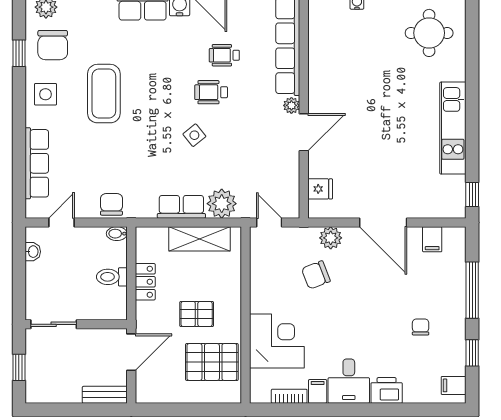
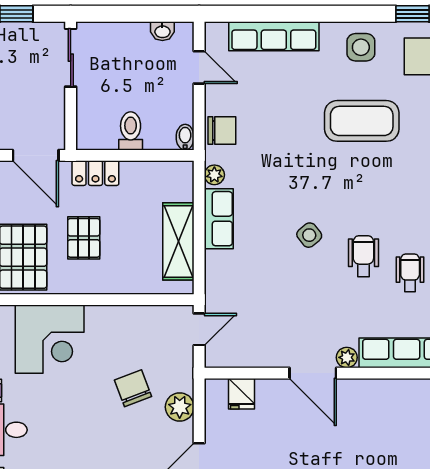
plant: (222, 204) -> (214, 175), moved, width x0.53, depth x0.53
locker: (145, 282) -> (95, 173), moved

